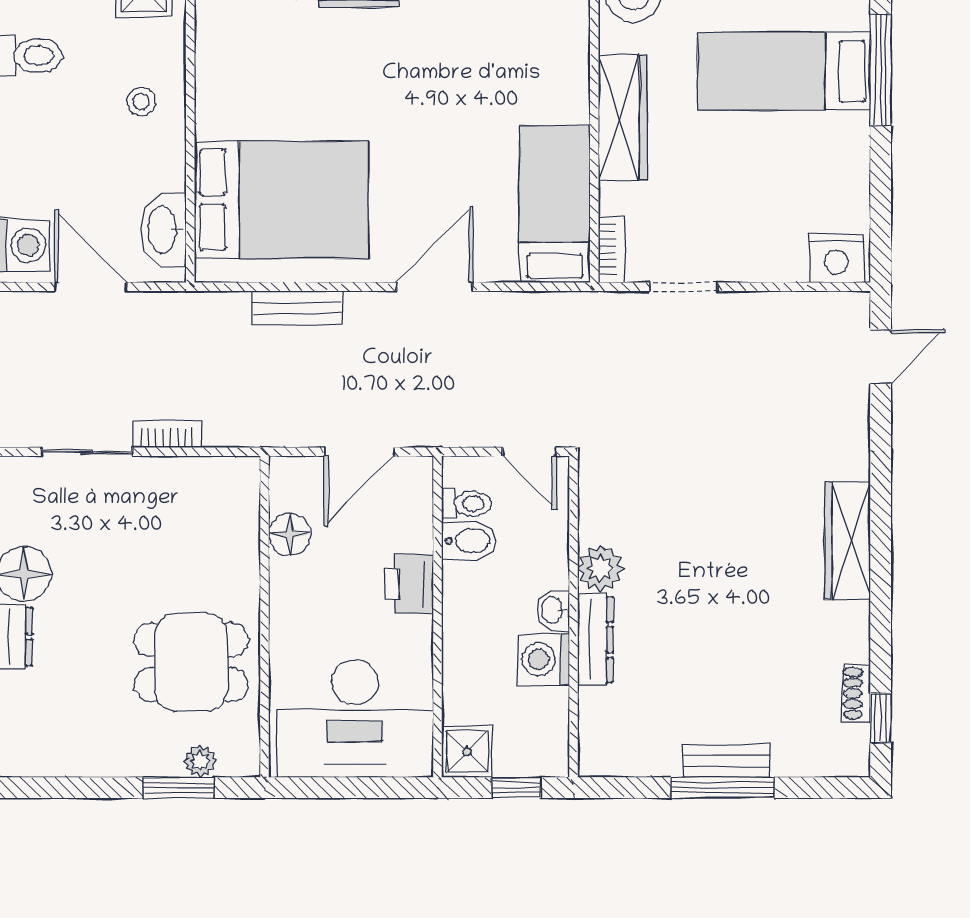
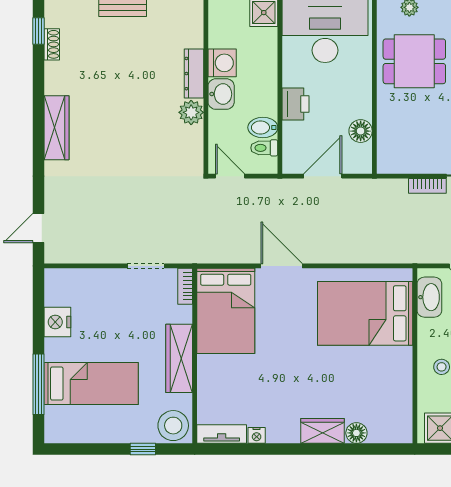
bed: (555, 204) -> (226, 311), width x1.50
nightstand: (836, 258) -> (57, 322), moved, turned -90
door: (434, 287) -> (282, 266), swing flipped
bench: (297, 308) -> (356, 254), removed
washbasin: (553, 610) -> (221, 94), width x1.38, depth x1.45

